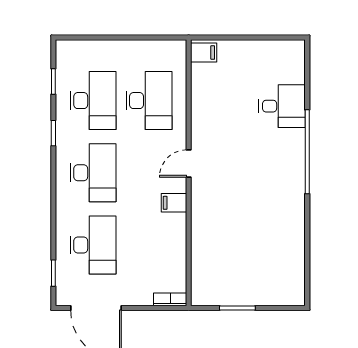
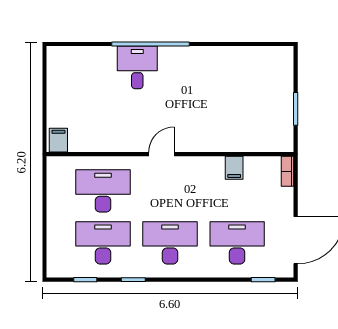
desk: (282, 106) -> (137, 67), moved
door: (189, 164) -> (161, 154), swing flipped
filing cabinet: (174, 203) -> (234, 168), moved

